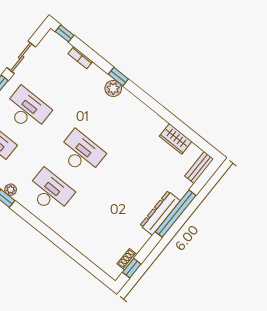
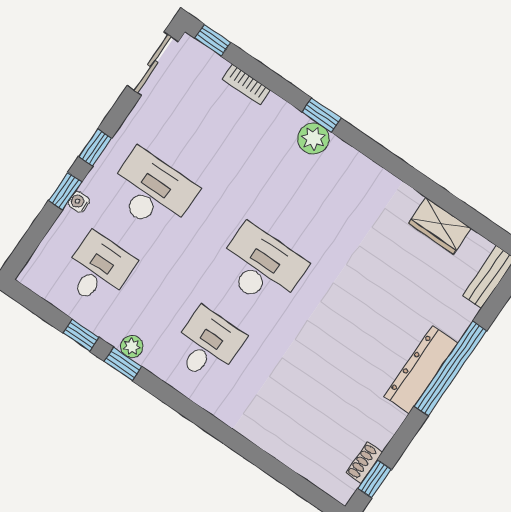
sliding door: (21, 57) -> (153, 64), moved
desk: (50, 192) -> (207, 345), width x0.73

